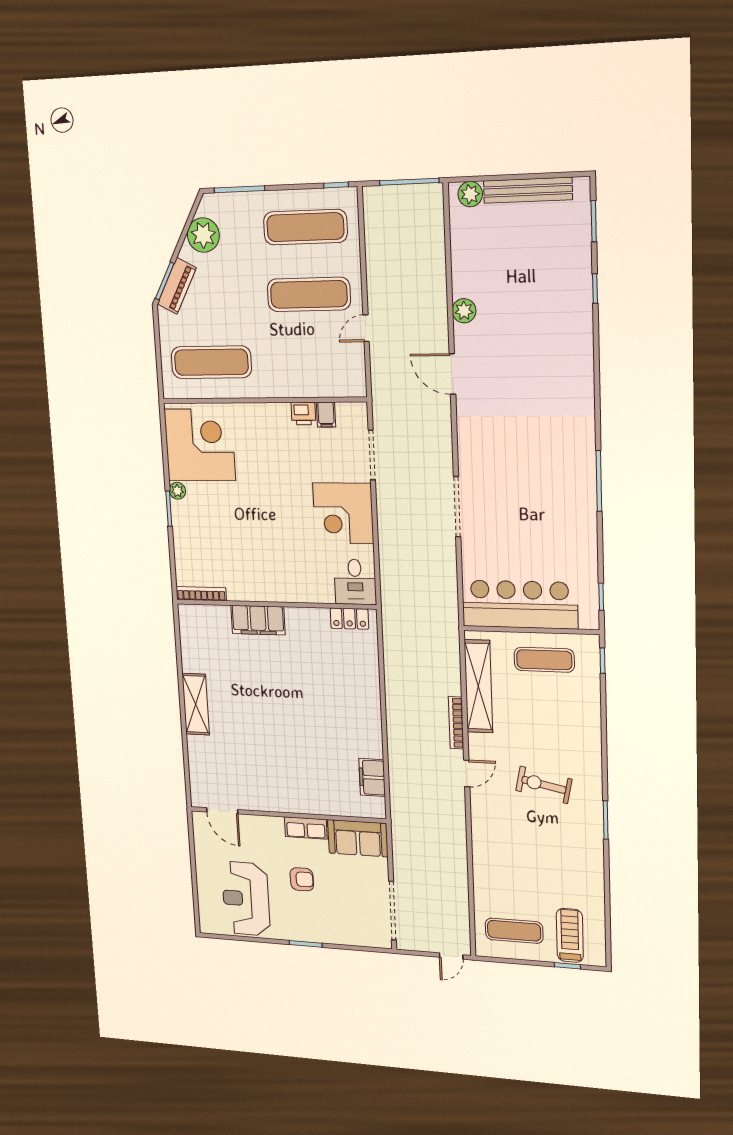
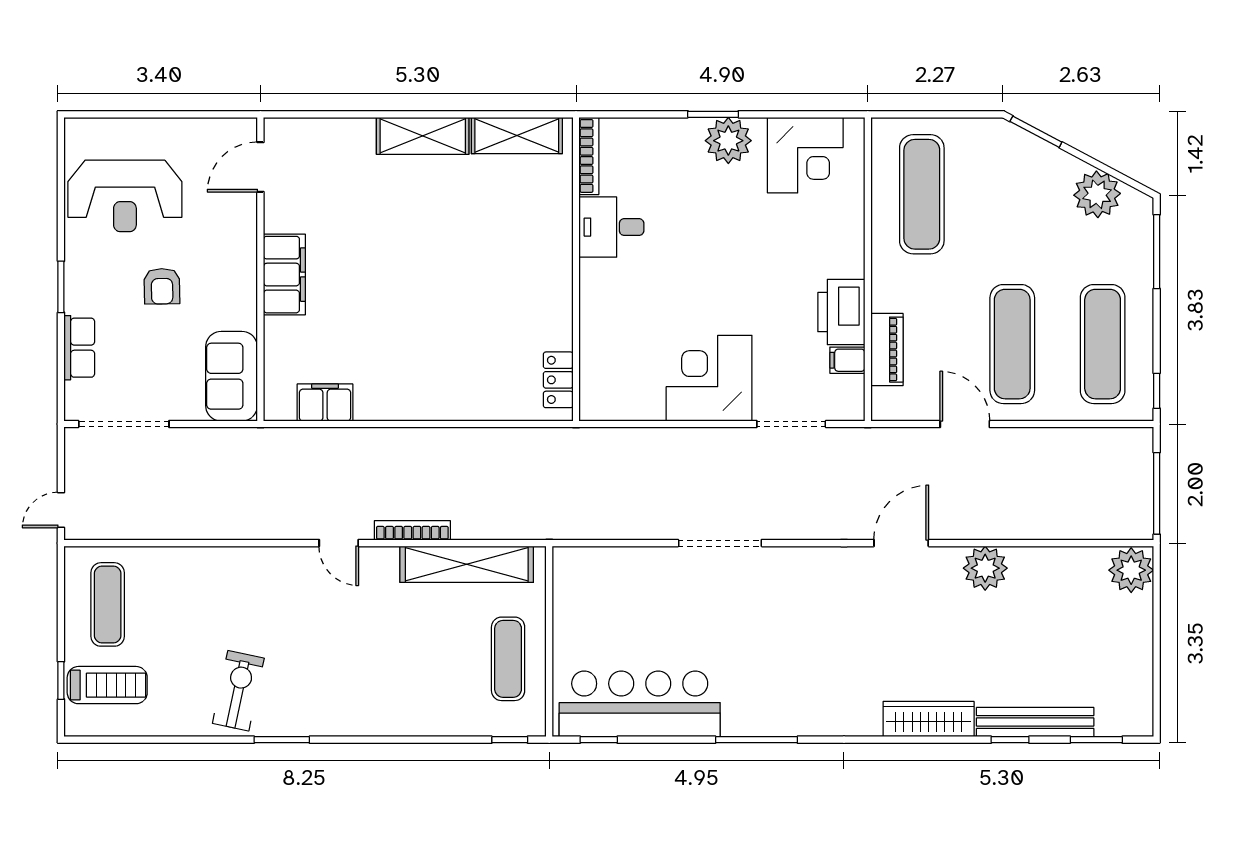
bench: (528, 190) -> (1035, 722), moved, turned 90
plant: (470, 194) -> (1131, 570), width x1.36, depth x1.36
piano: (177, 286) -> (887, 350), moved, turned -118
plant: (464, 311) -> (985, 568), width x1.36, depth x1.36
door: (366, 328) -> (965, 424), width x1.38
wardrobe: (581, 352) -> (929, 719), added
printer: (303, 414) -> (841, 312), width x1.87, depth x1.48
corner desk: (200, 445) -> (805, 155), width x0.74, depth x0.74
plant: (177, 491) -> (728, 141), width x1.87, depth x1.87
desk: (355, 582) -> (611, 227), moved
bar counter: (520, 604) -> (640, 704), moved, turned -90
filing cabinet: (258, 620) -> (284, 275), moved, turned 180
shelving: (191, 642) -> (517, 136), added
exercise bike: (544, 785) -> (238, 691), moved
row of seats: (306, 828) -> (79, 348), moved, turned 180
reception desk: (246, 899) -> (125, 196), turned 180
door: (451, 956) -> (61, 510), hinge flipped

